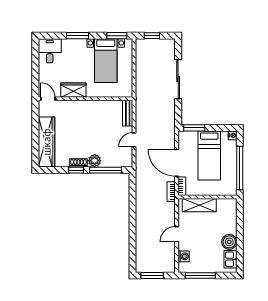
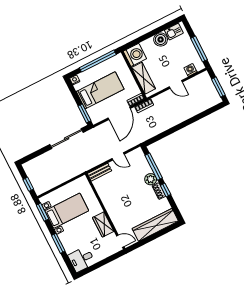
sliding door: (178, 79) -> (67, 138), moved
door: (48, 99) -> (120, 241), swing flipped
washing machine: (227, 208) -> (135, 55), added

